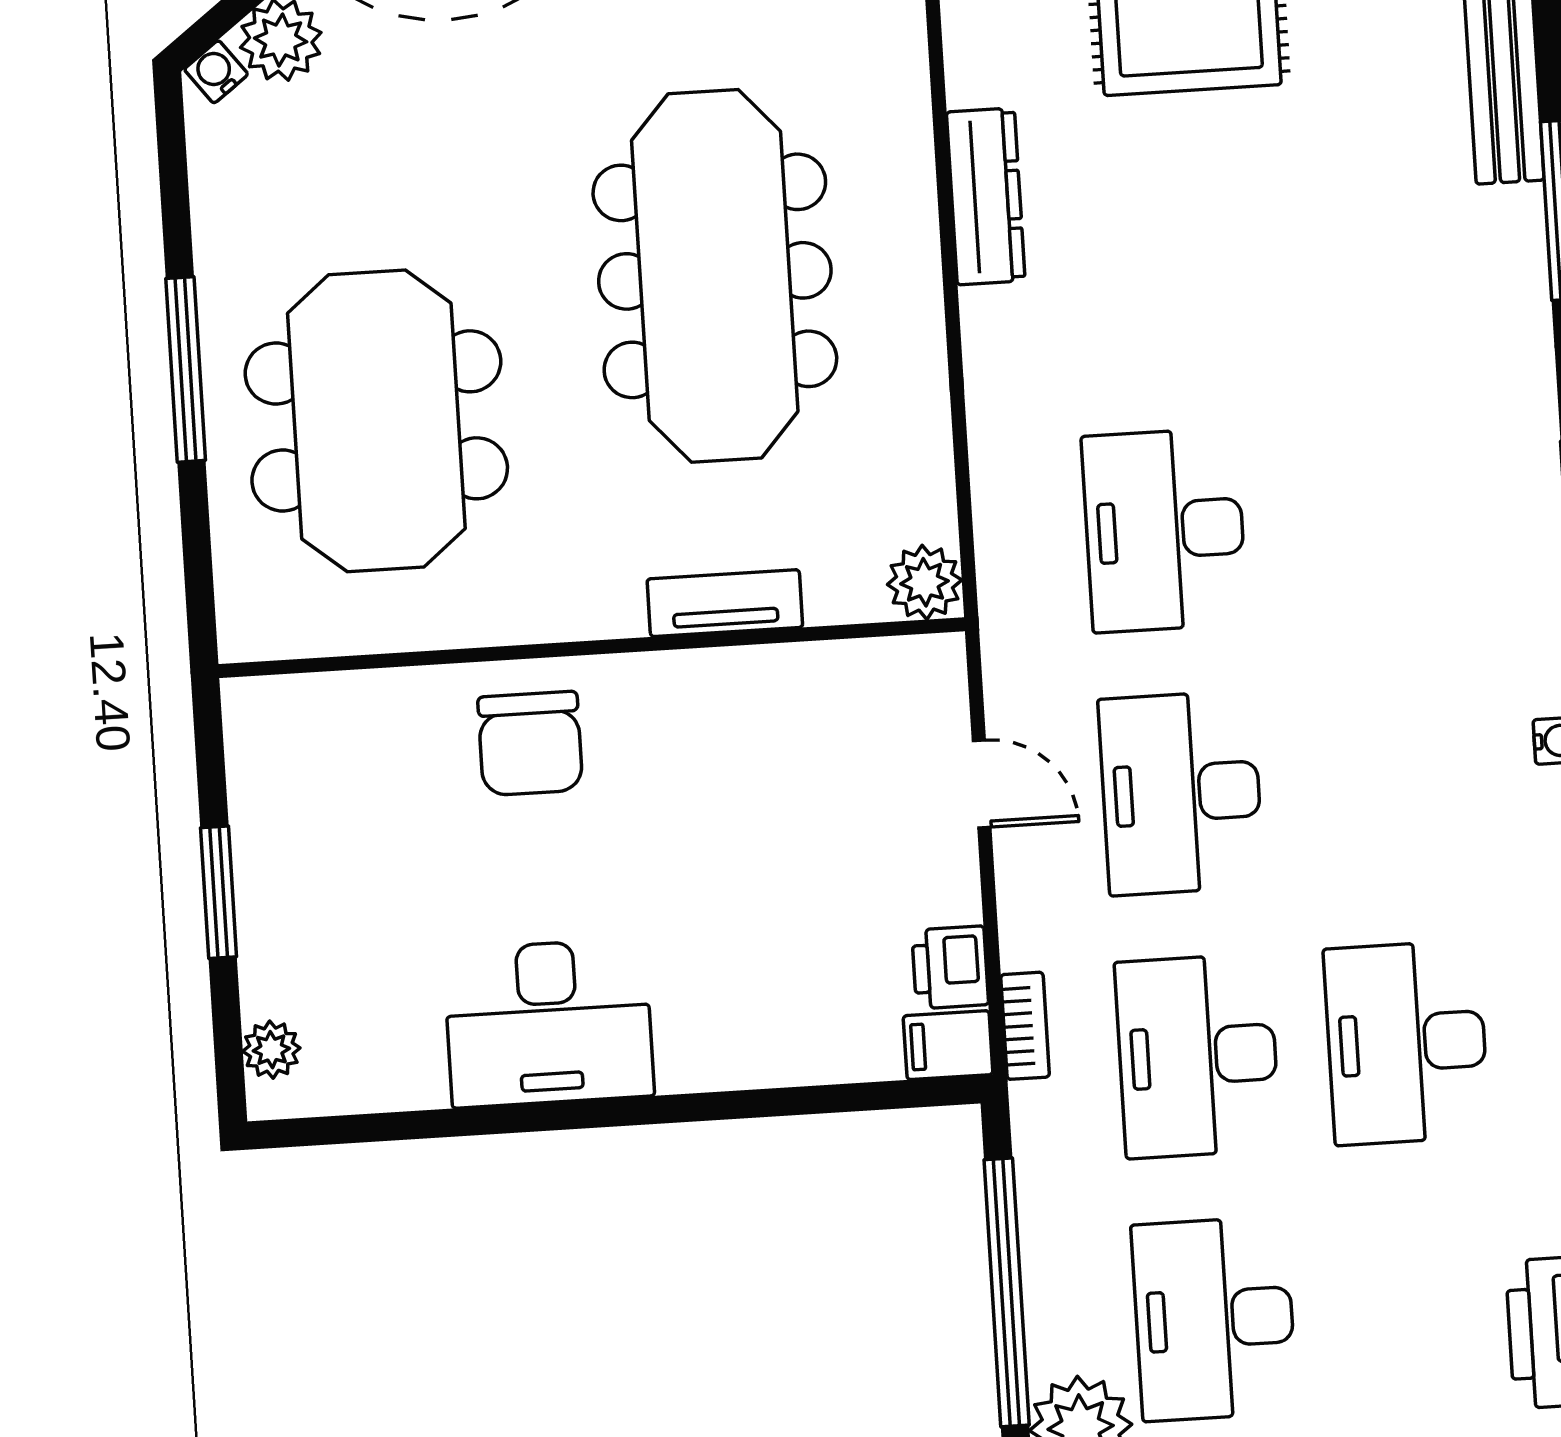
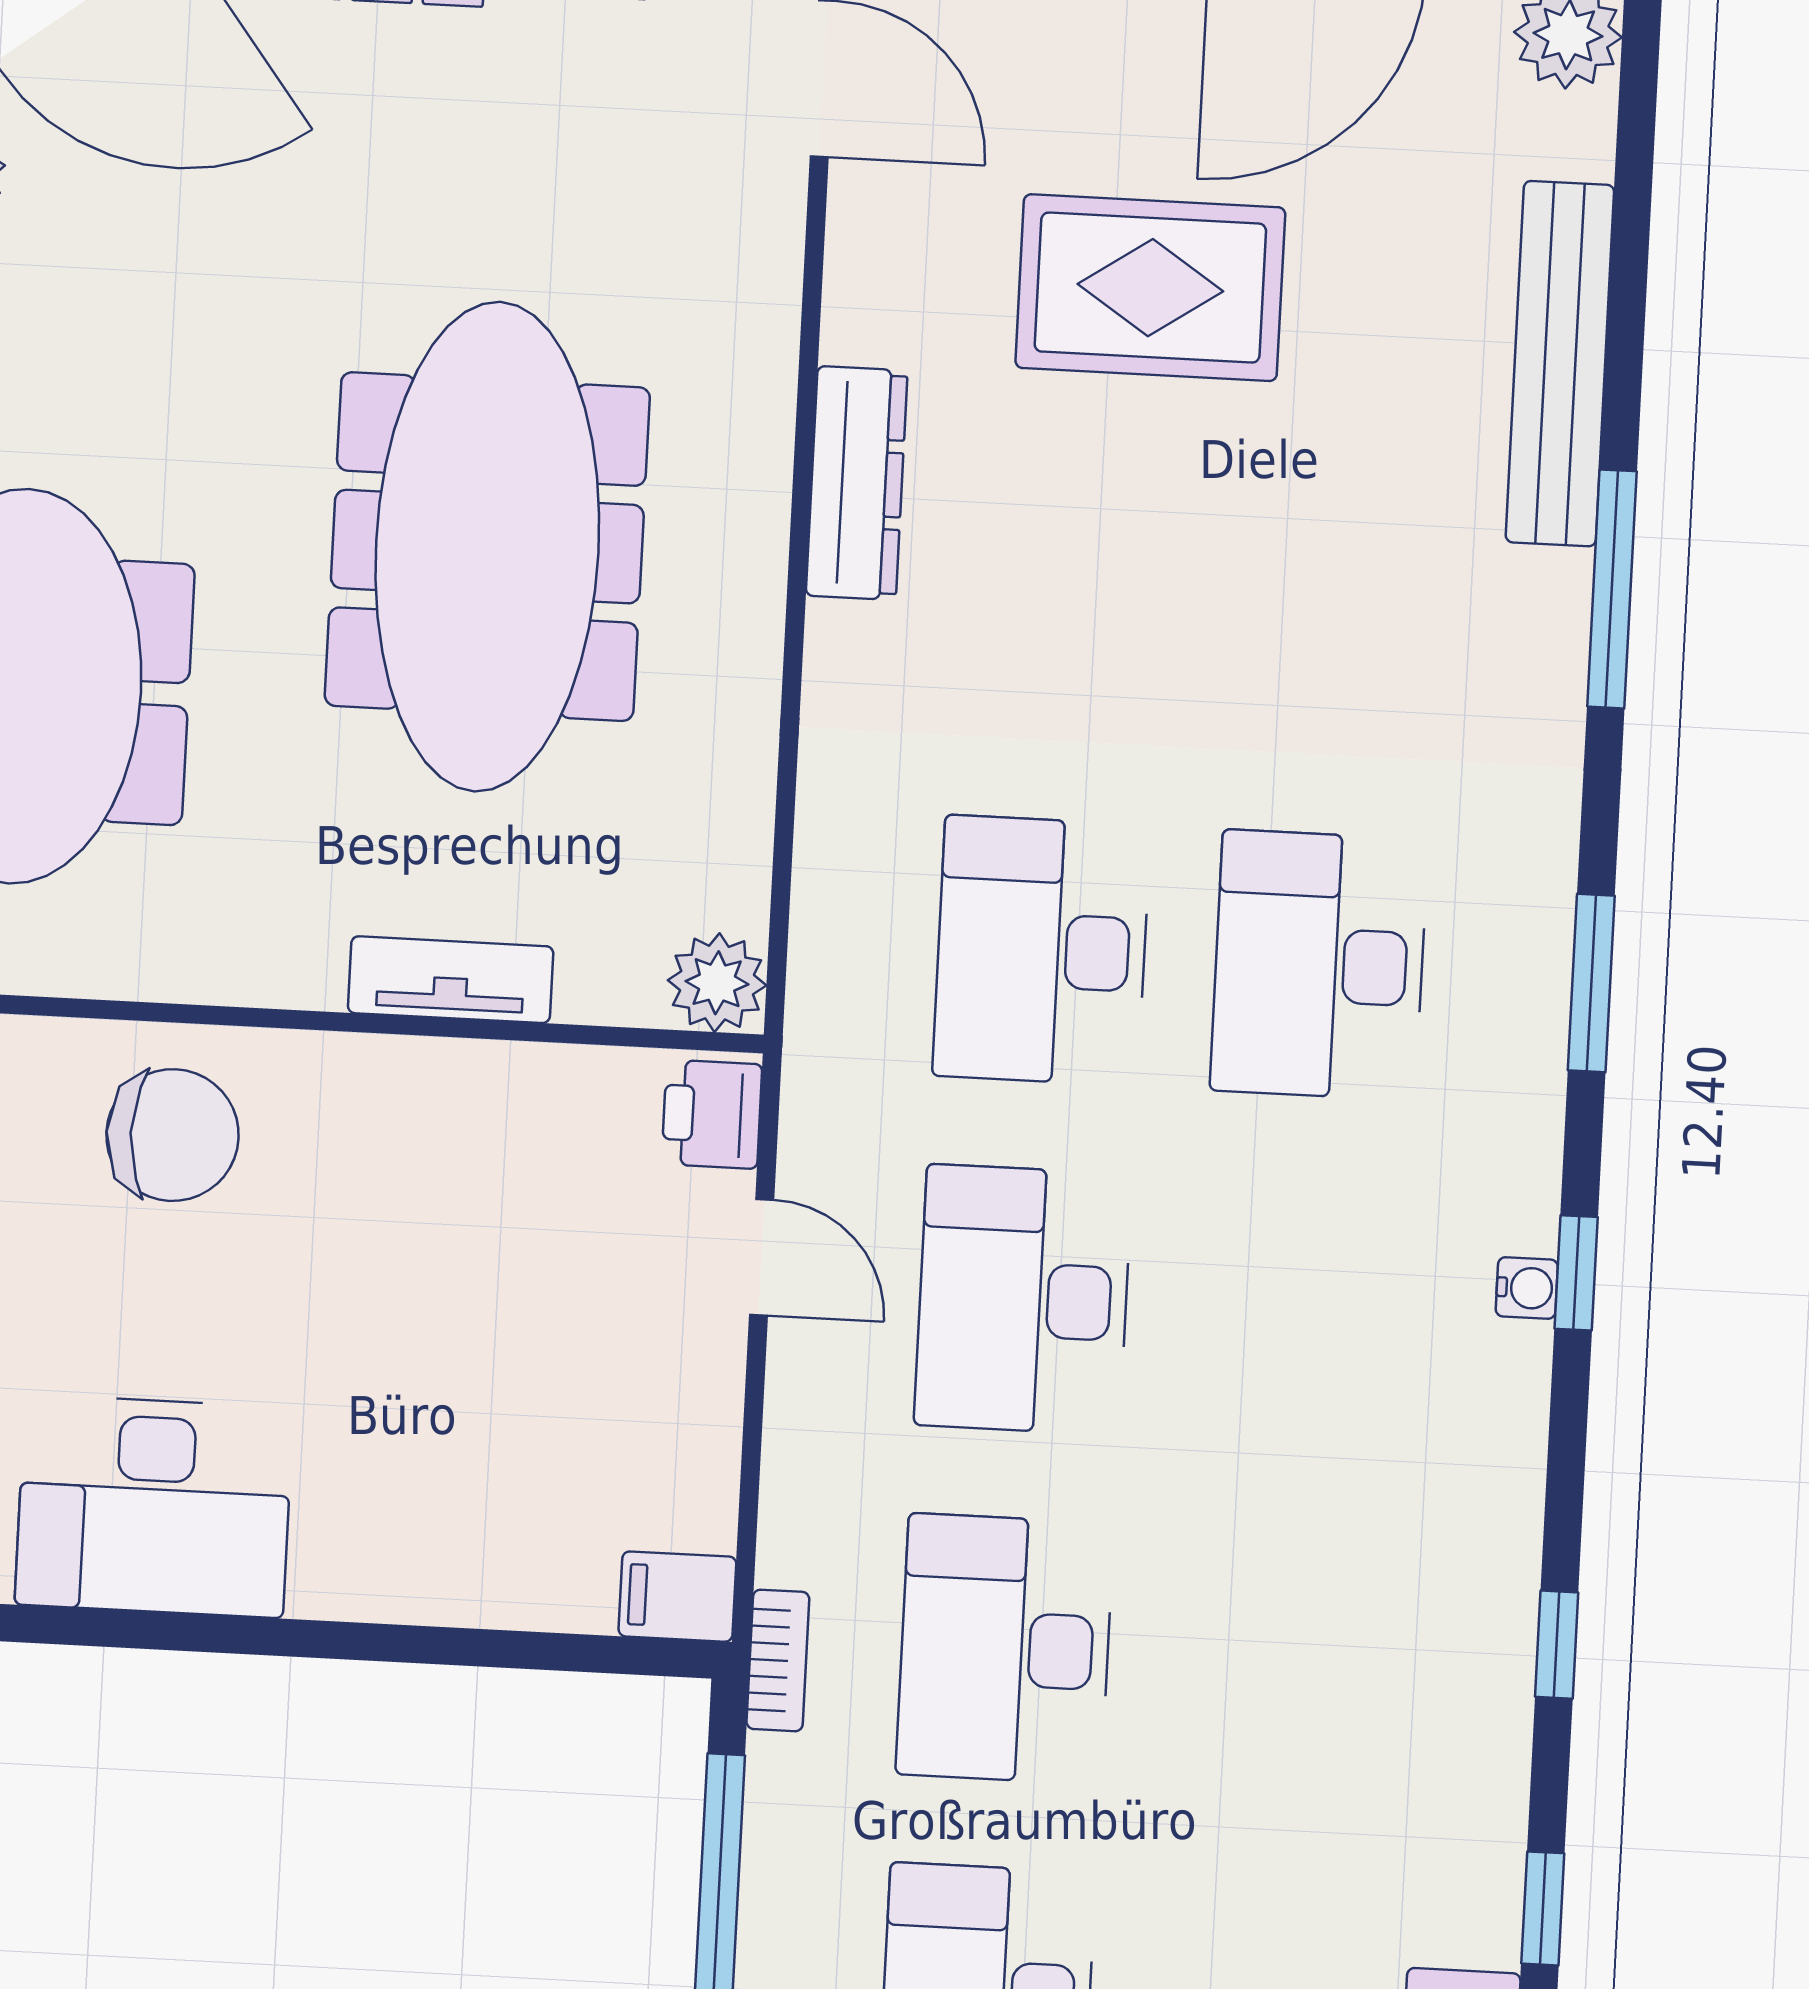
chair: (530, 744) -> (172, 1135), turned -90
printer: (950, 967) -> (712, 1114), moved
bookcase: (1025, 1026) -> (778, 1660), moved
desk: (1407, 1043) -> (1319, 965), moved

